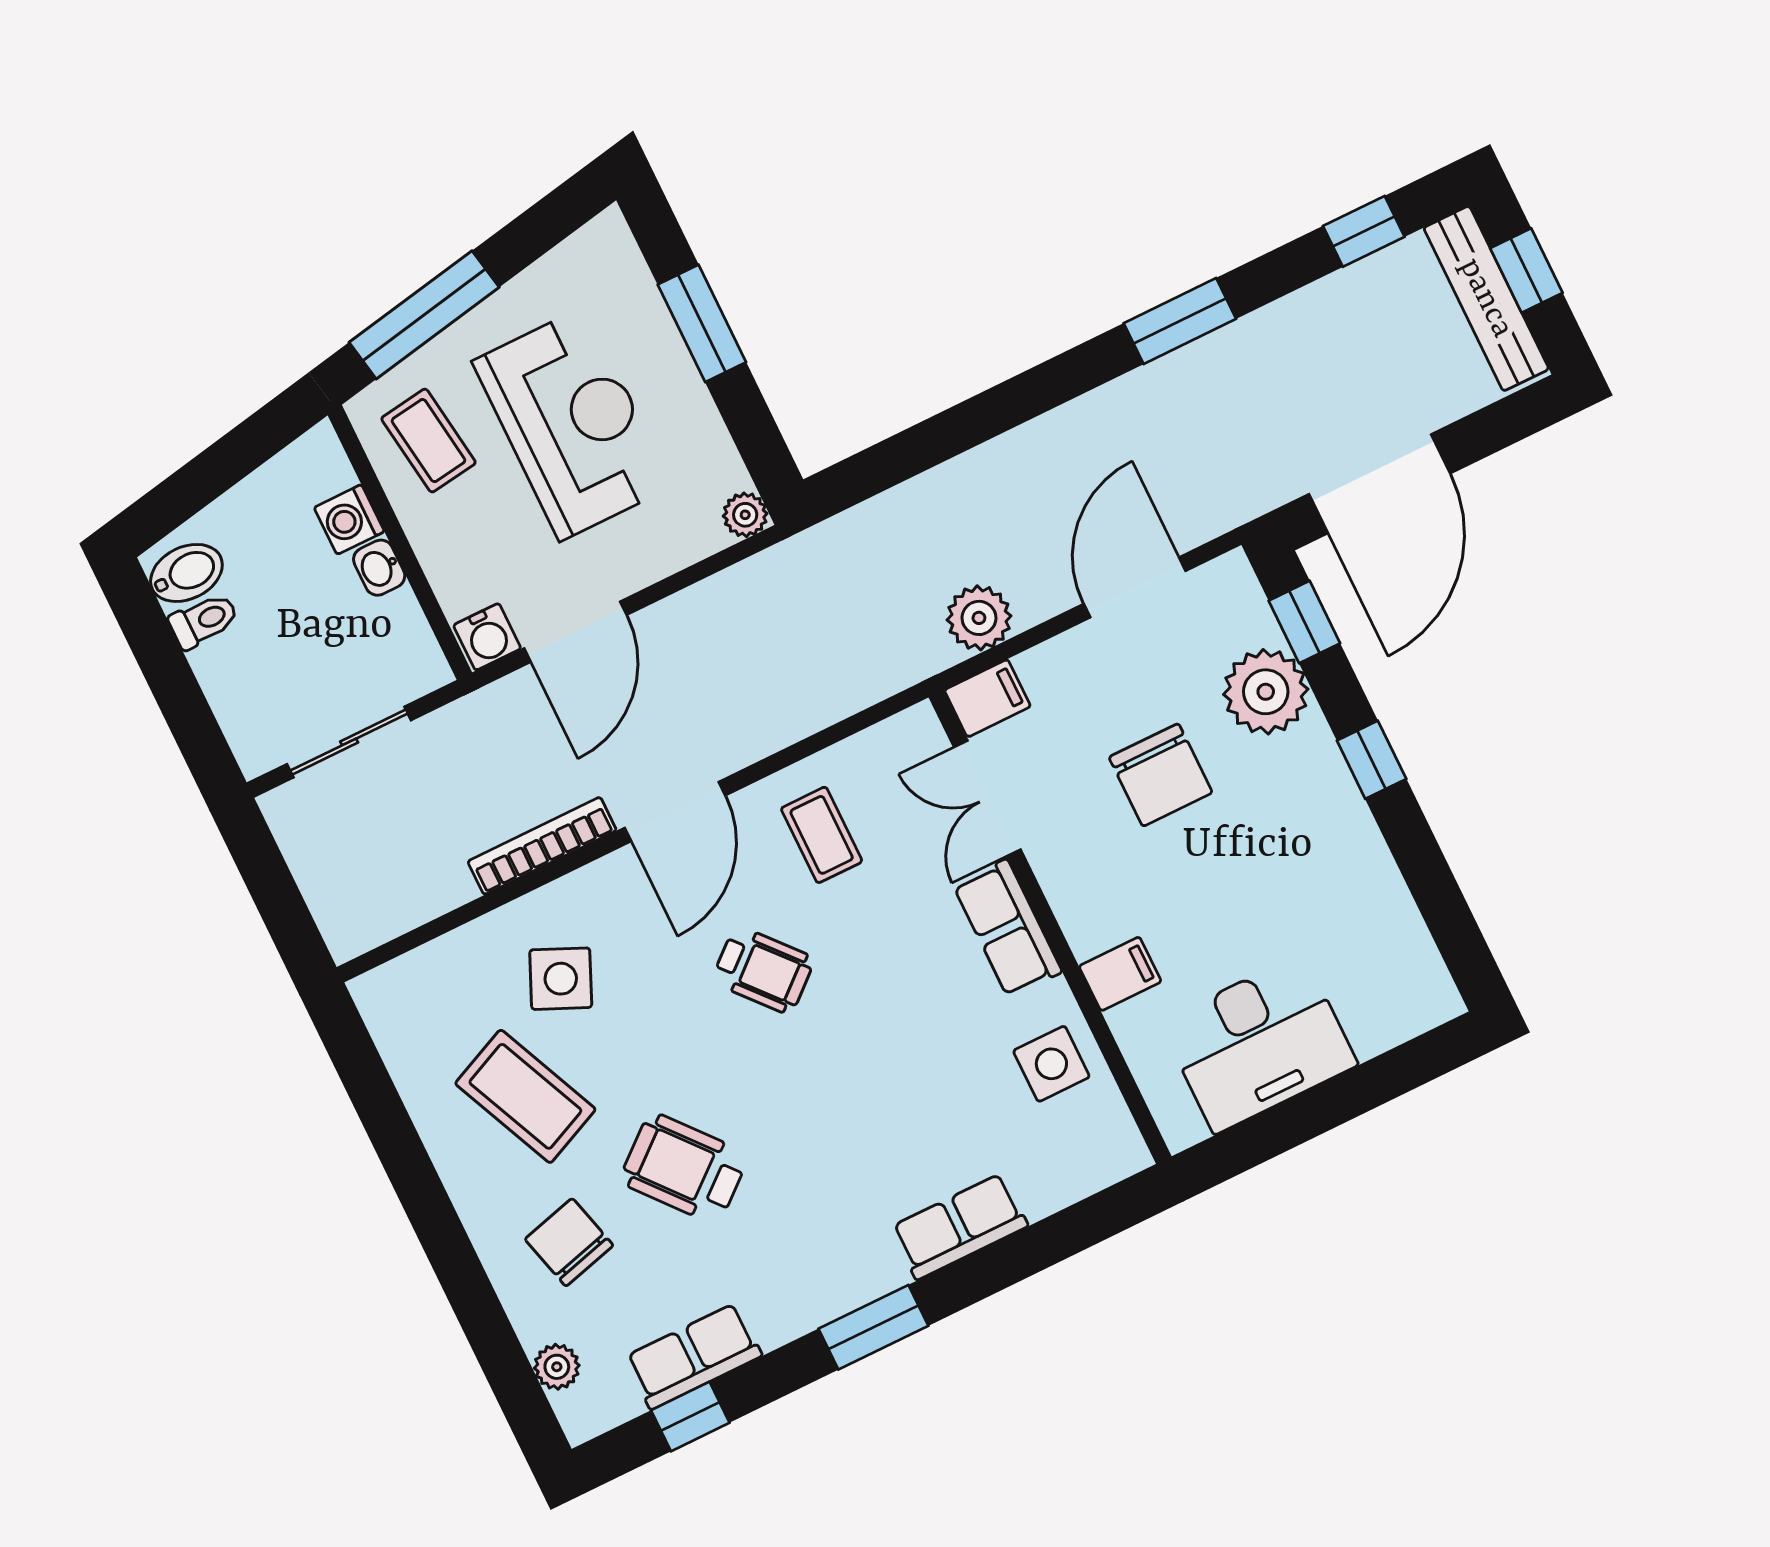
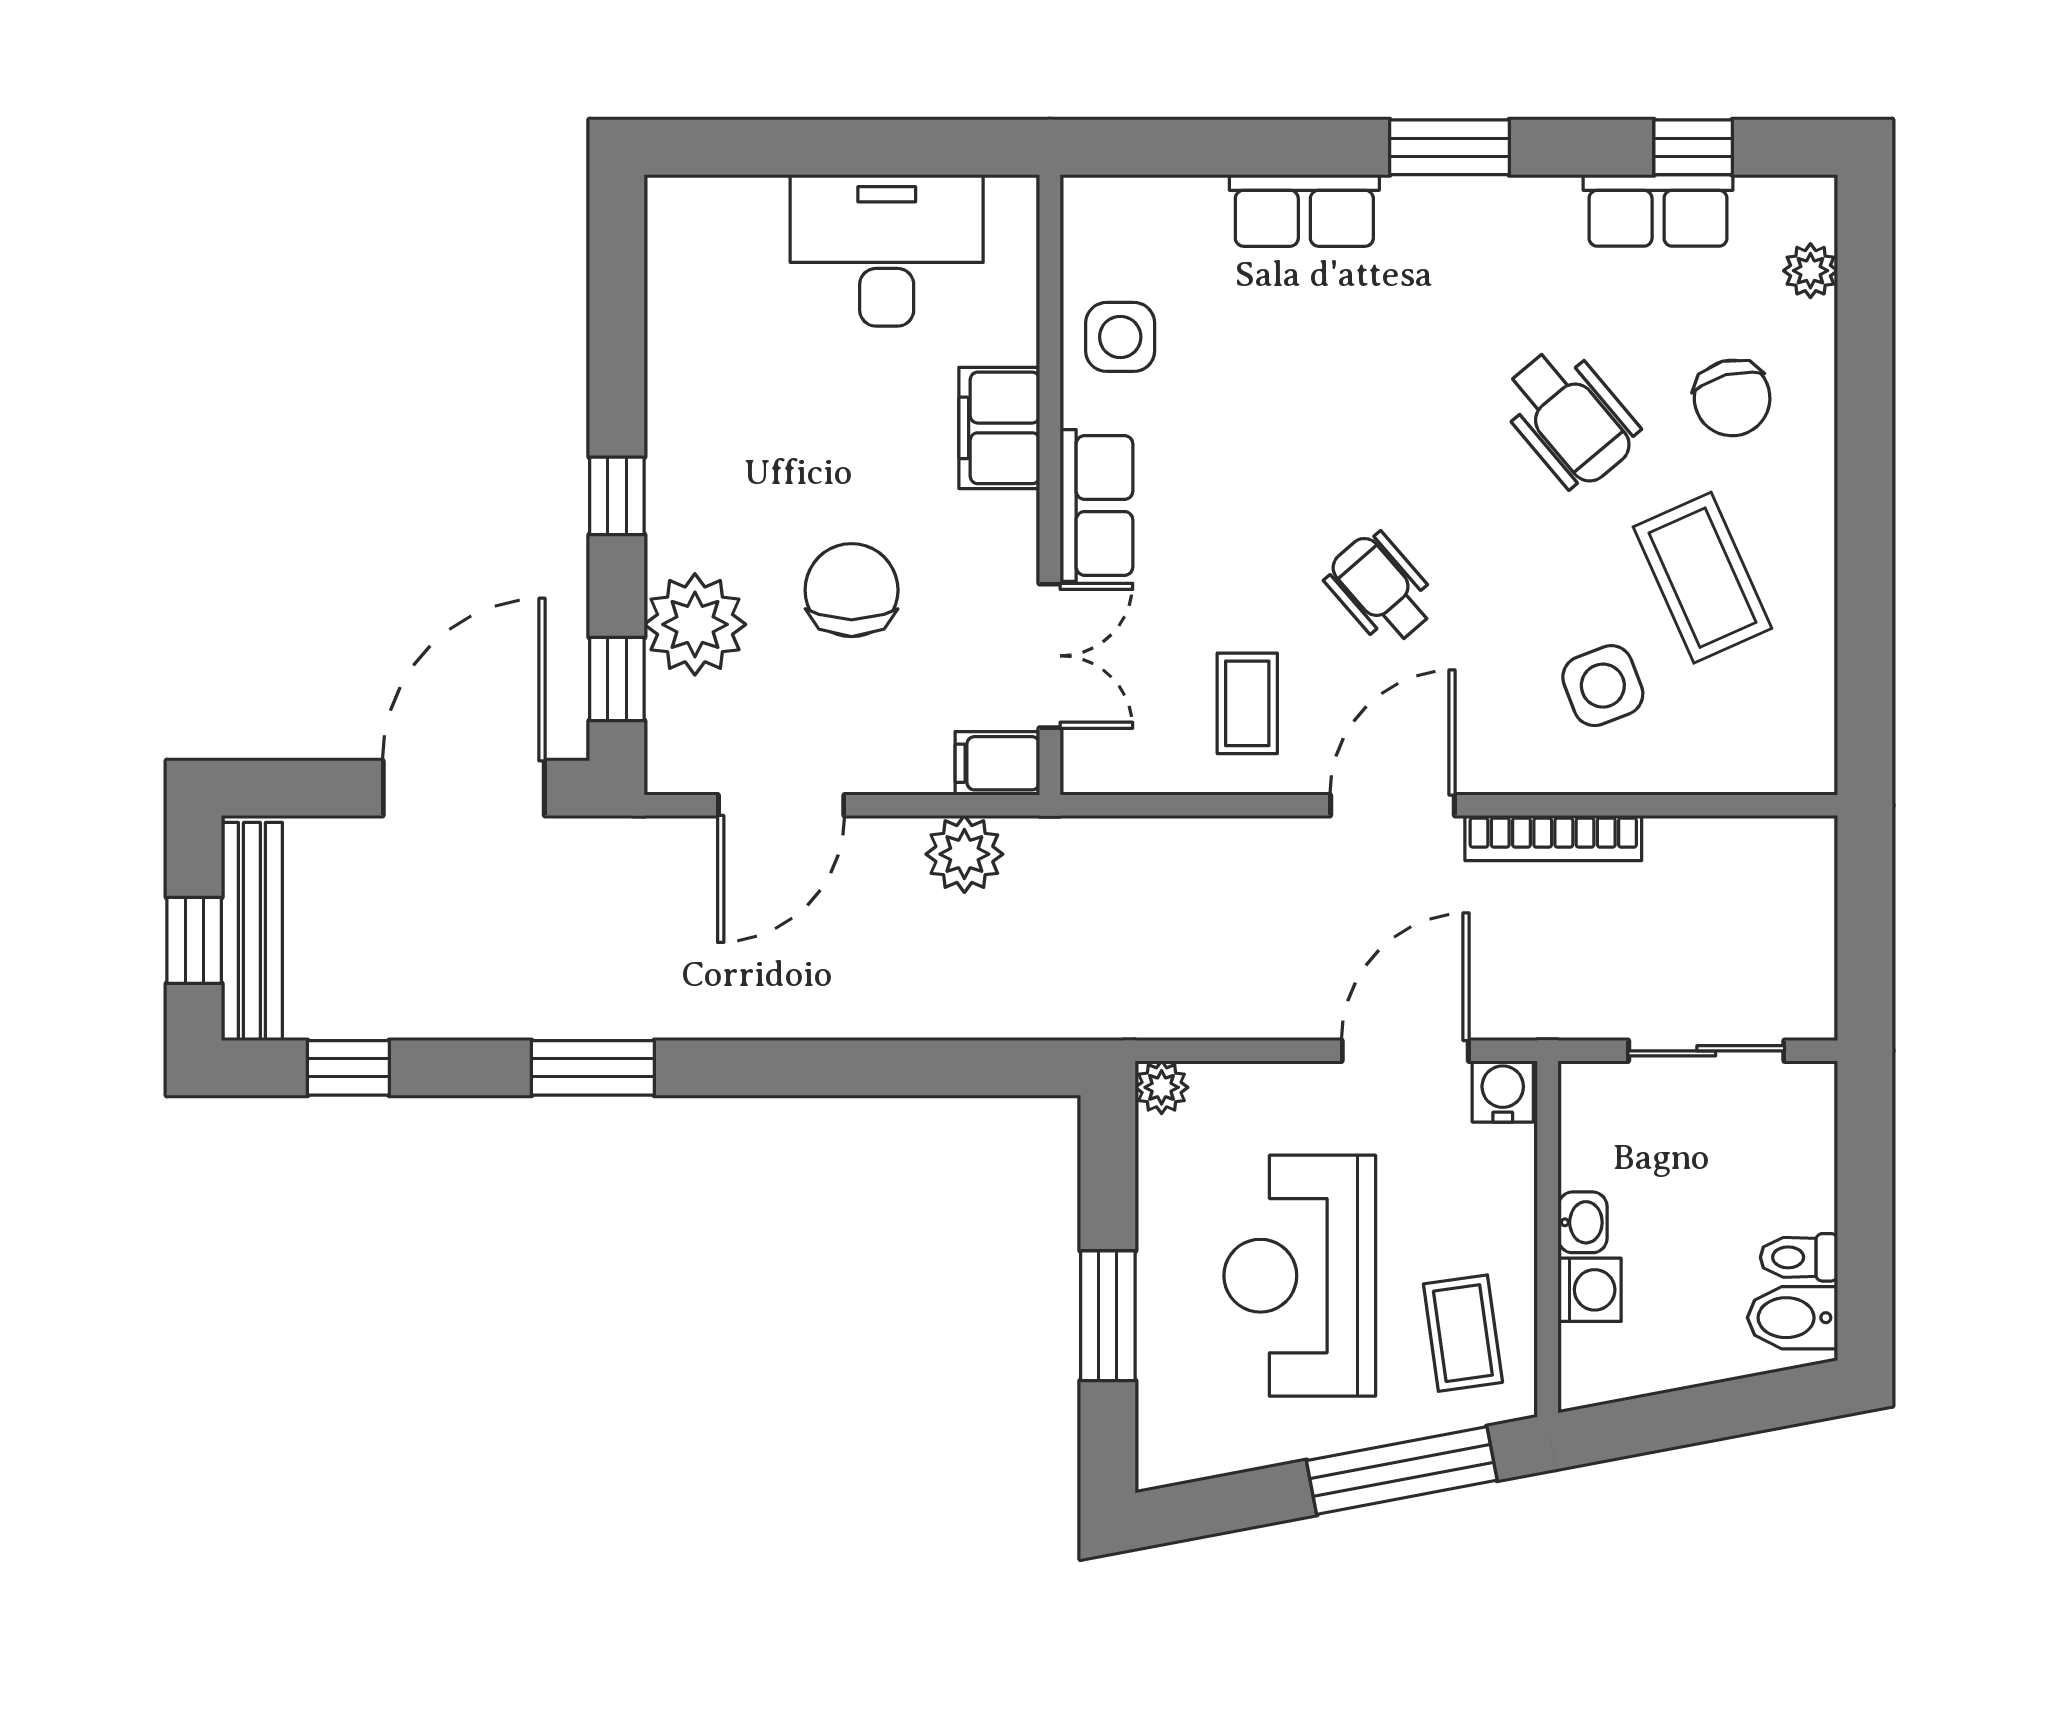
filing cabinet: (1120, 974) -> (999, 428), width x2.00
side table: (561, 979) -> (1603, 686), turned 45

